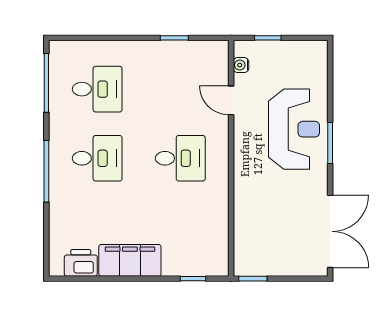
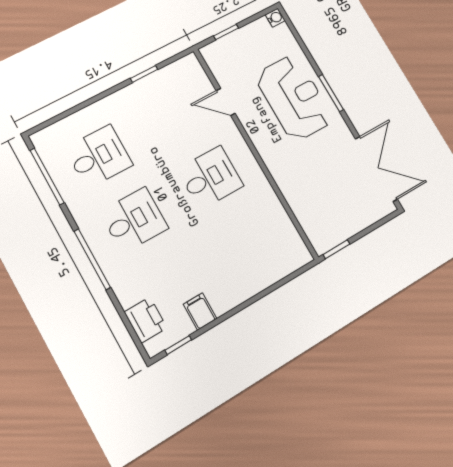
water cooler: (241, 65) -> (275, 18), moved, turned 180
filing cabinet: (130, 260) -> (200, 311), width x0.33, depth x0.86
printer: (81, 263) -> (146, 320), moved, turned 90
window: (193, 279) -> (178, 345), moved

